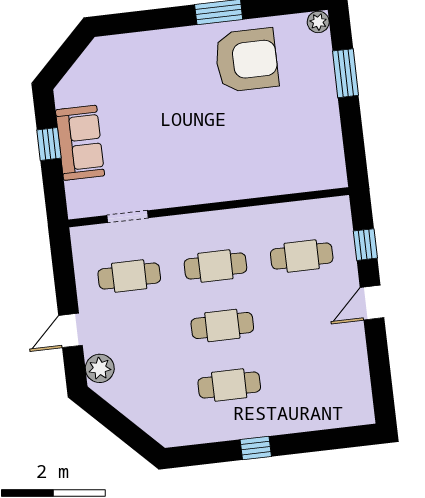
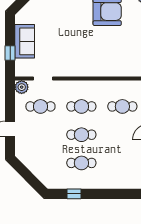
window: (49, 144) -> (10, 53), moved
plant: (100, 368) -> (22, 87), moved
window: (256, 448) -> (74, 194), moved

